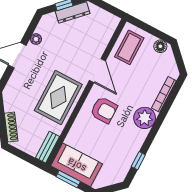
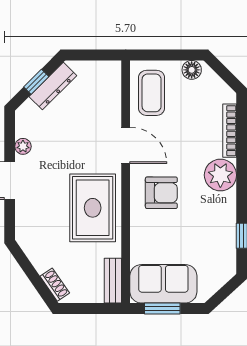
shoe rack: (11, 127) -> (55, 285), width x0.70

